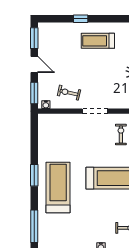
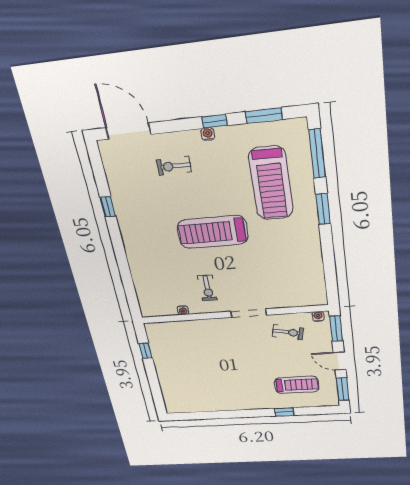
treadmill: (98, 41) -> (297, 385), moved
window: (34, 175) -> (323, 209), moved
treadmill: (58, 188) -> (271, 183), moved

